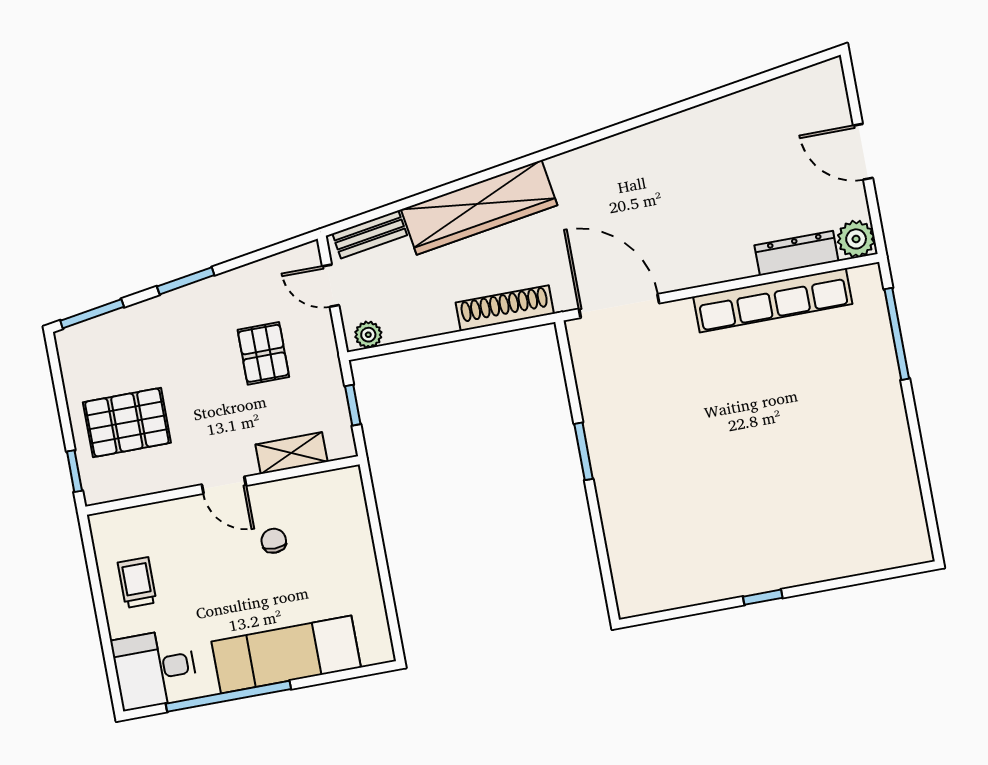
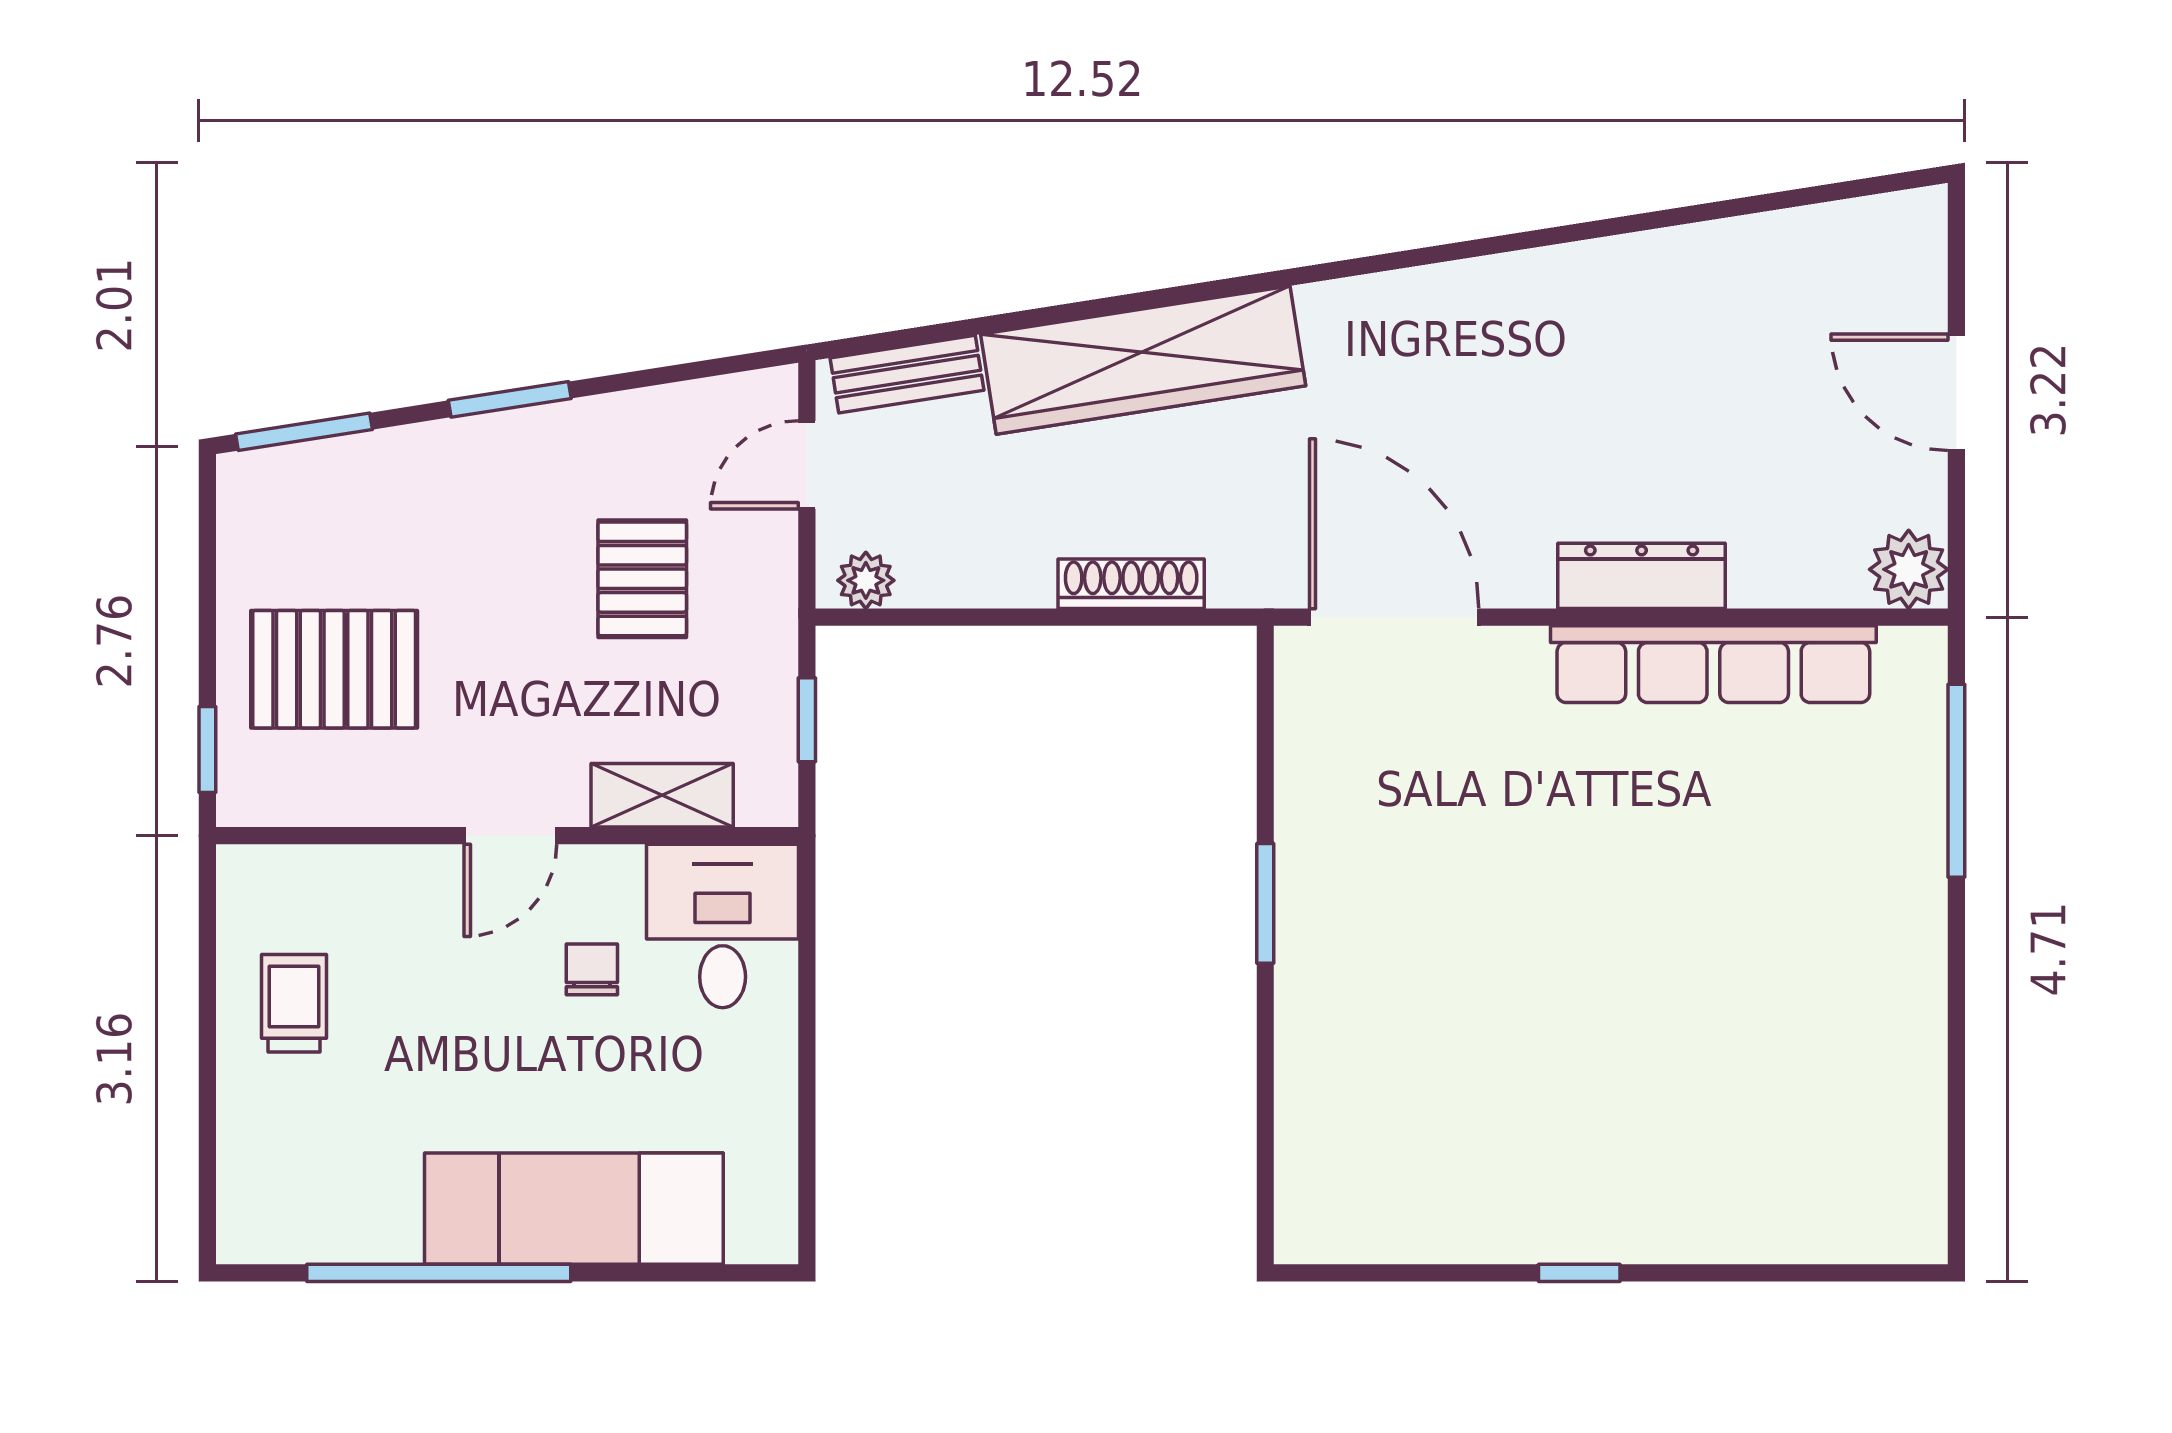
dresser: (796, 253) -> (1642, 576), moved
door: (331, 286) -> (807, 465), hinge flipped
shoe rack: (505, 308) -> (1131, 584), width x0.74, depth x0.81
door: (224, 485) -> (510, 836), hinge flipped
desk: (155, 669) -> (723, 926), moved, turned 90

